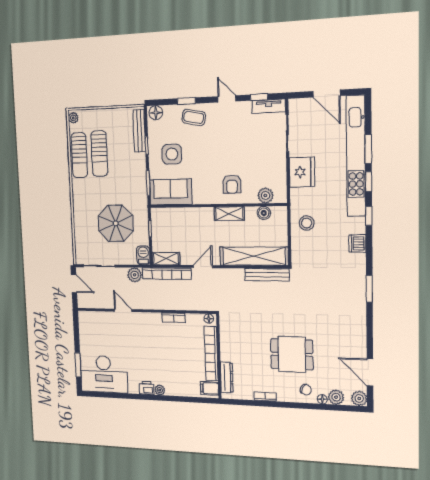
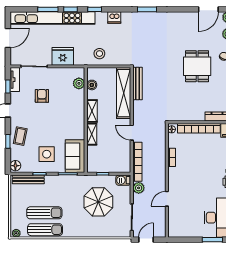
armchair: (232, 184) -> (42, 96), moved, turned -90
shelving: (166, 259) -> (92, 134), moved

